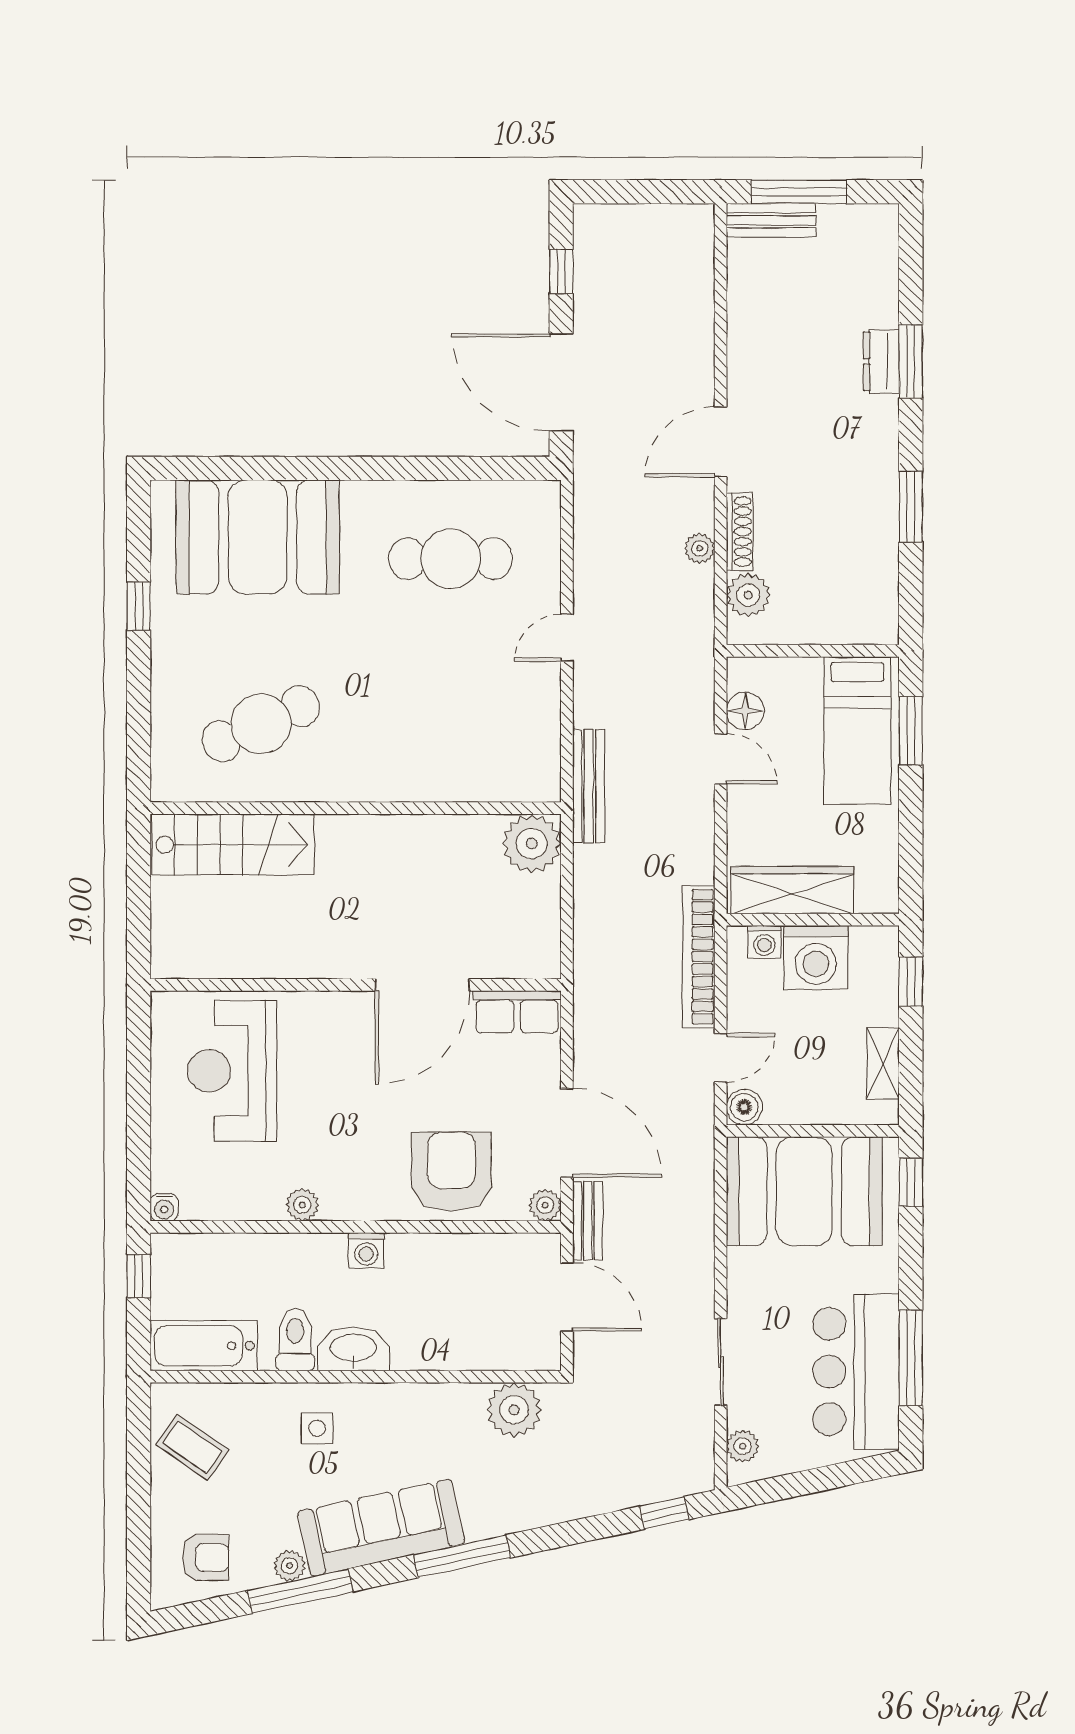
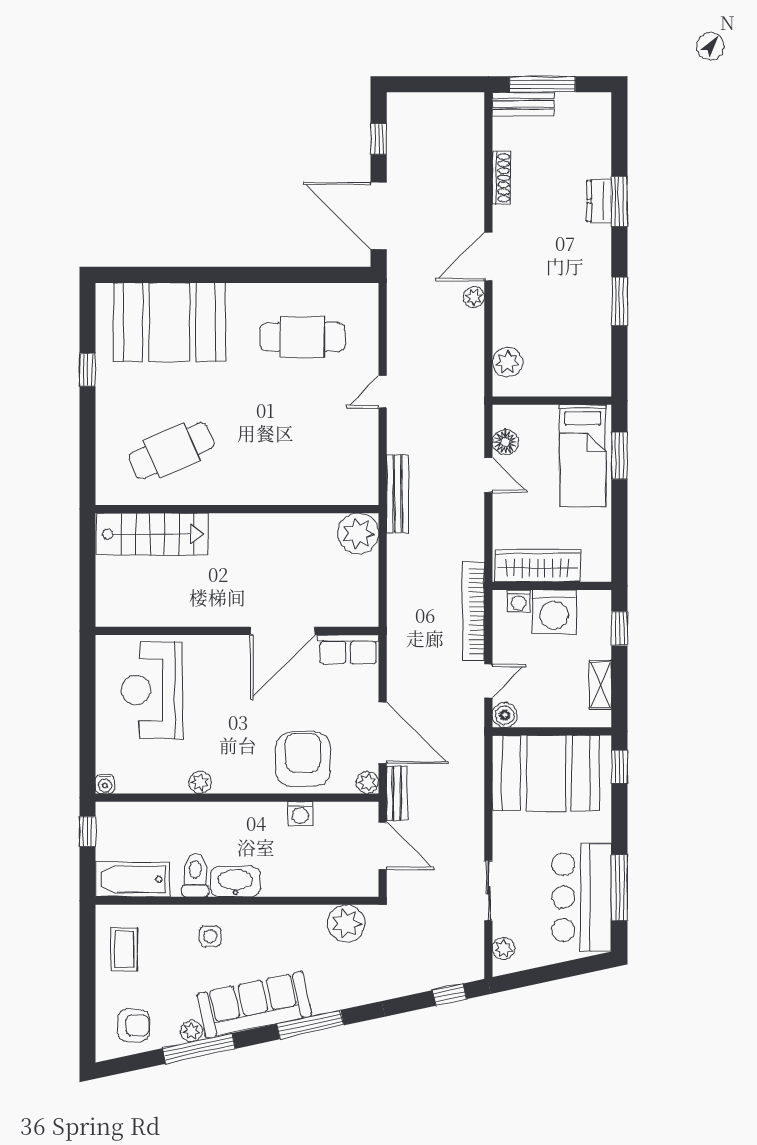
shoe rack: (740, 532) -> (501, 178), moved
plant: (700, 548) -> (474, 297), moved
washing machine: (366, 1250) -> (300, 814), moved
coffee table: (192, 1447) -> (124, 949), turned 55

